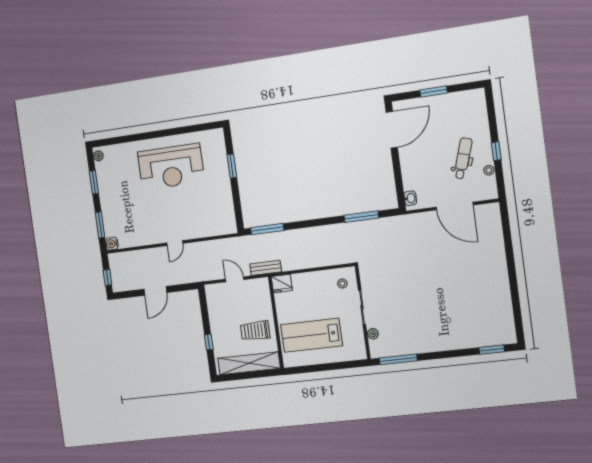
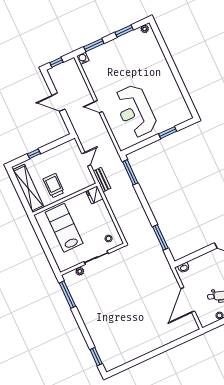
reception desk: (171, 167) -> (135, 111), moved

